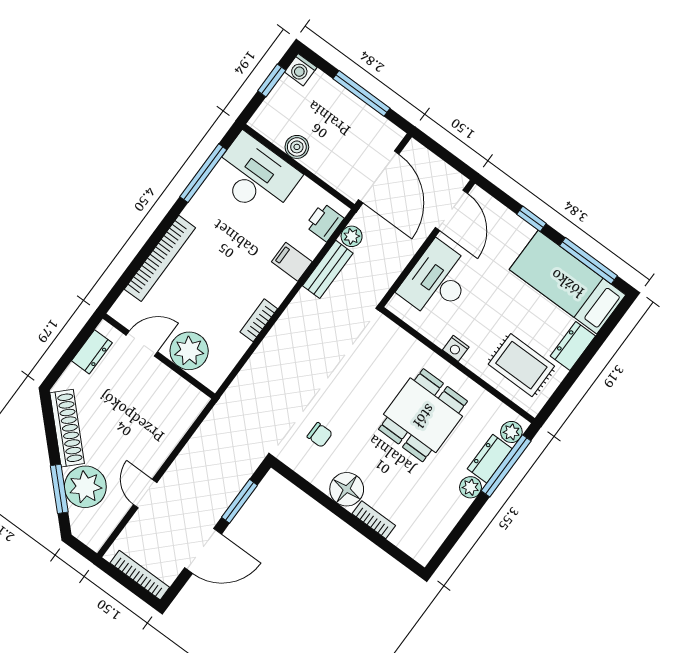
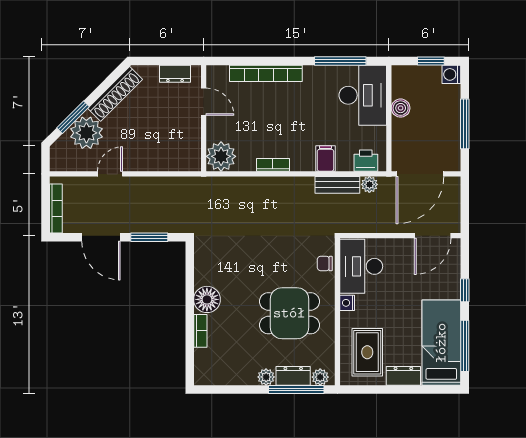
desk: (437, 281) -> (361, 266), moved, turned -90
plant: (189, 351) -> (221, 156), moved
chair: (320, 435) -> (325, 263), moved, turned 90

